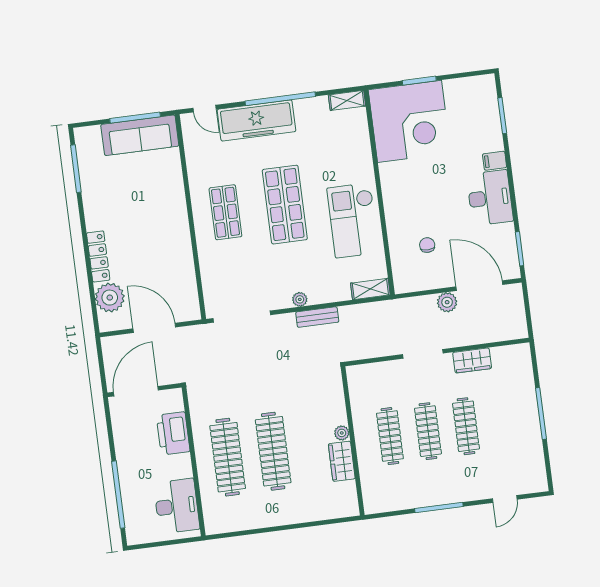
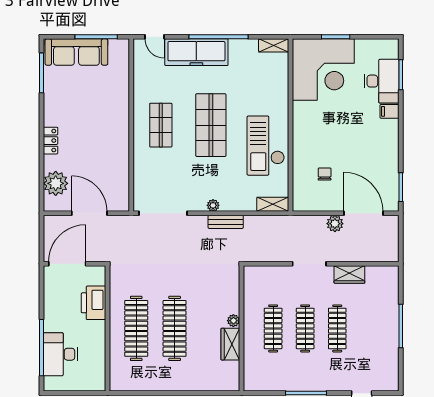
sofa: (140, 135) -> (76, 52), moved
desk: (490, 198) -> (382, 81), moved
locker: (98, 256) -> (50, 141), width x0.66
desk: (177, 506) -> (60, 354), moved, turned 180

